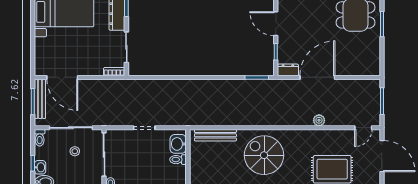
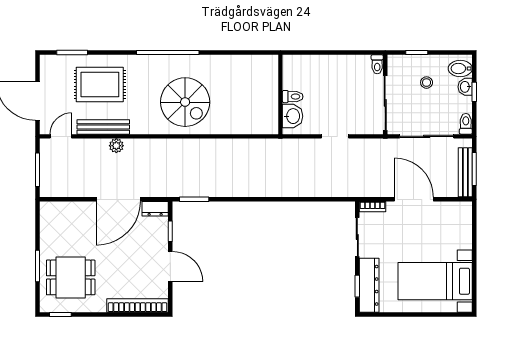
door: (62, 77) -> (414, 199), moved
bench: (215, 135) -> (103, 127), moved
stool: (75, 151) -> (427, 83), moved

